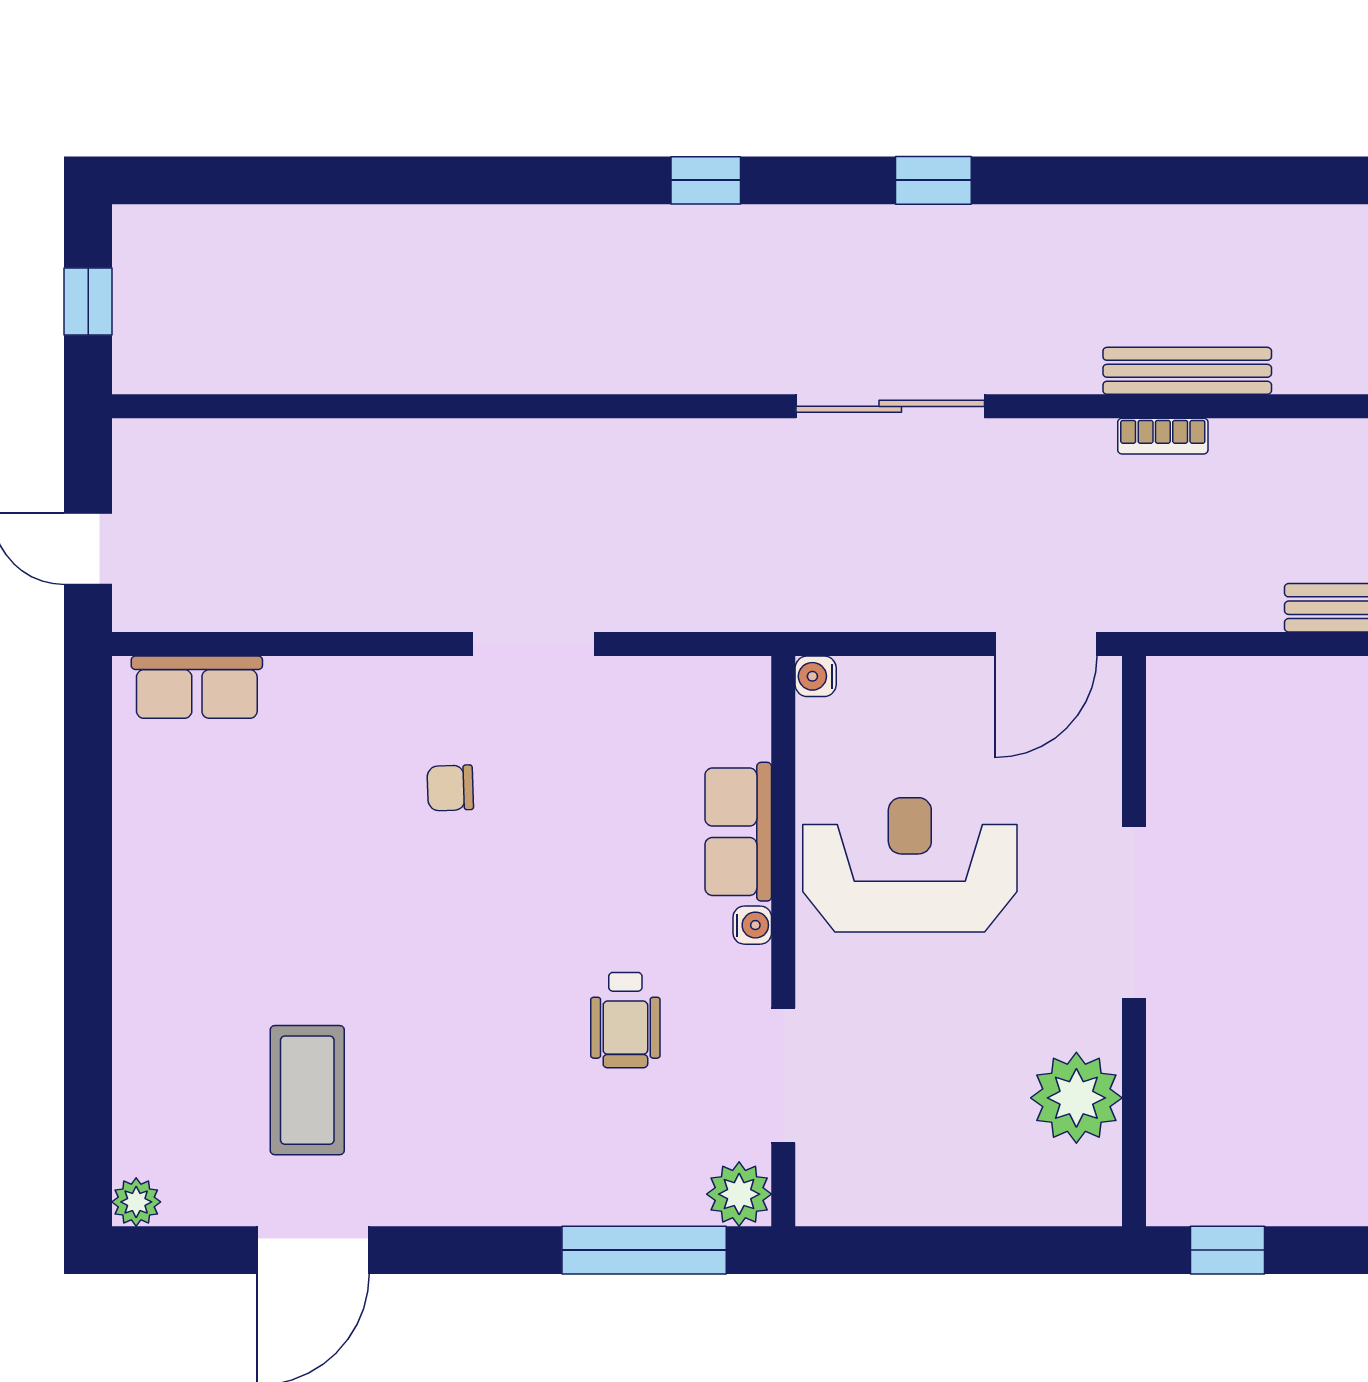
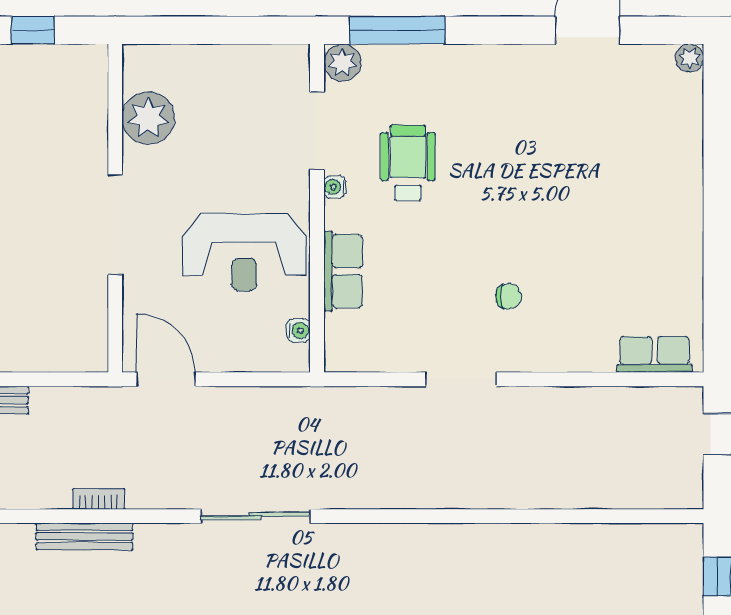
door: (1046, 644) -> (166, 379), hinge flipped
water cooler: (816, 676) -> (298, 331), moved
water cooler: (752, 925) -> (335, 187), moved
wheelchair: (625, 1020) -> (408, 163), width x1.36, depth x1.37
coffee table: (307, 1090) -> (591, 122), removed
window: (1228, 1250) -> (33, 30), moved

